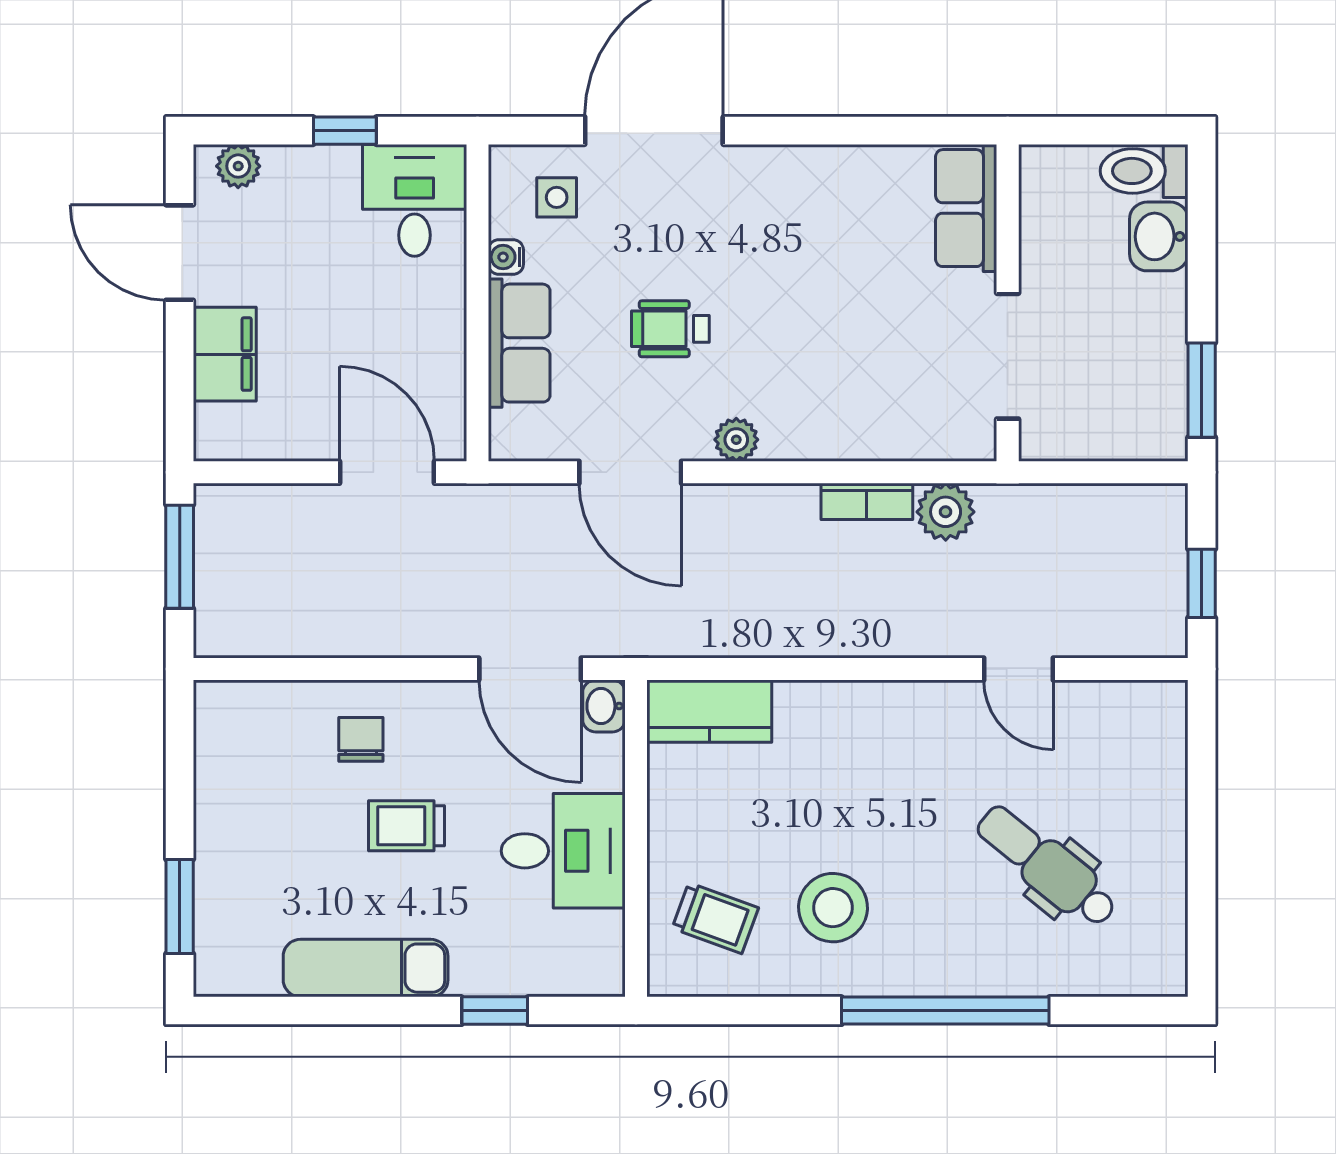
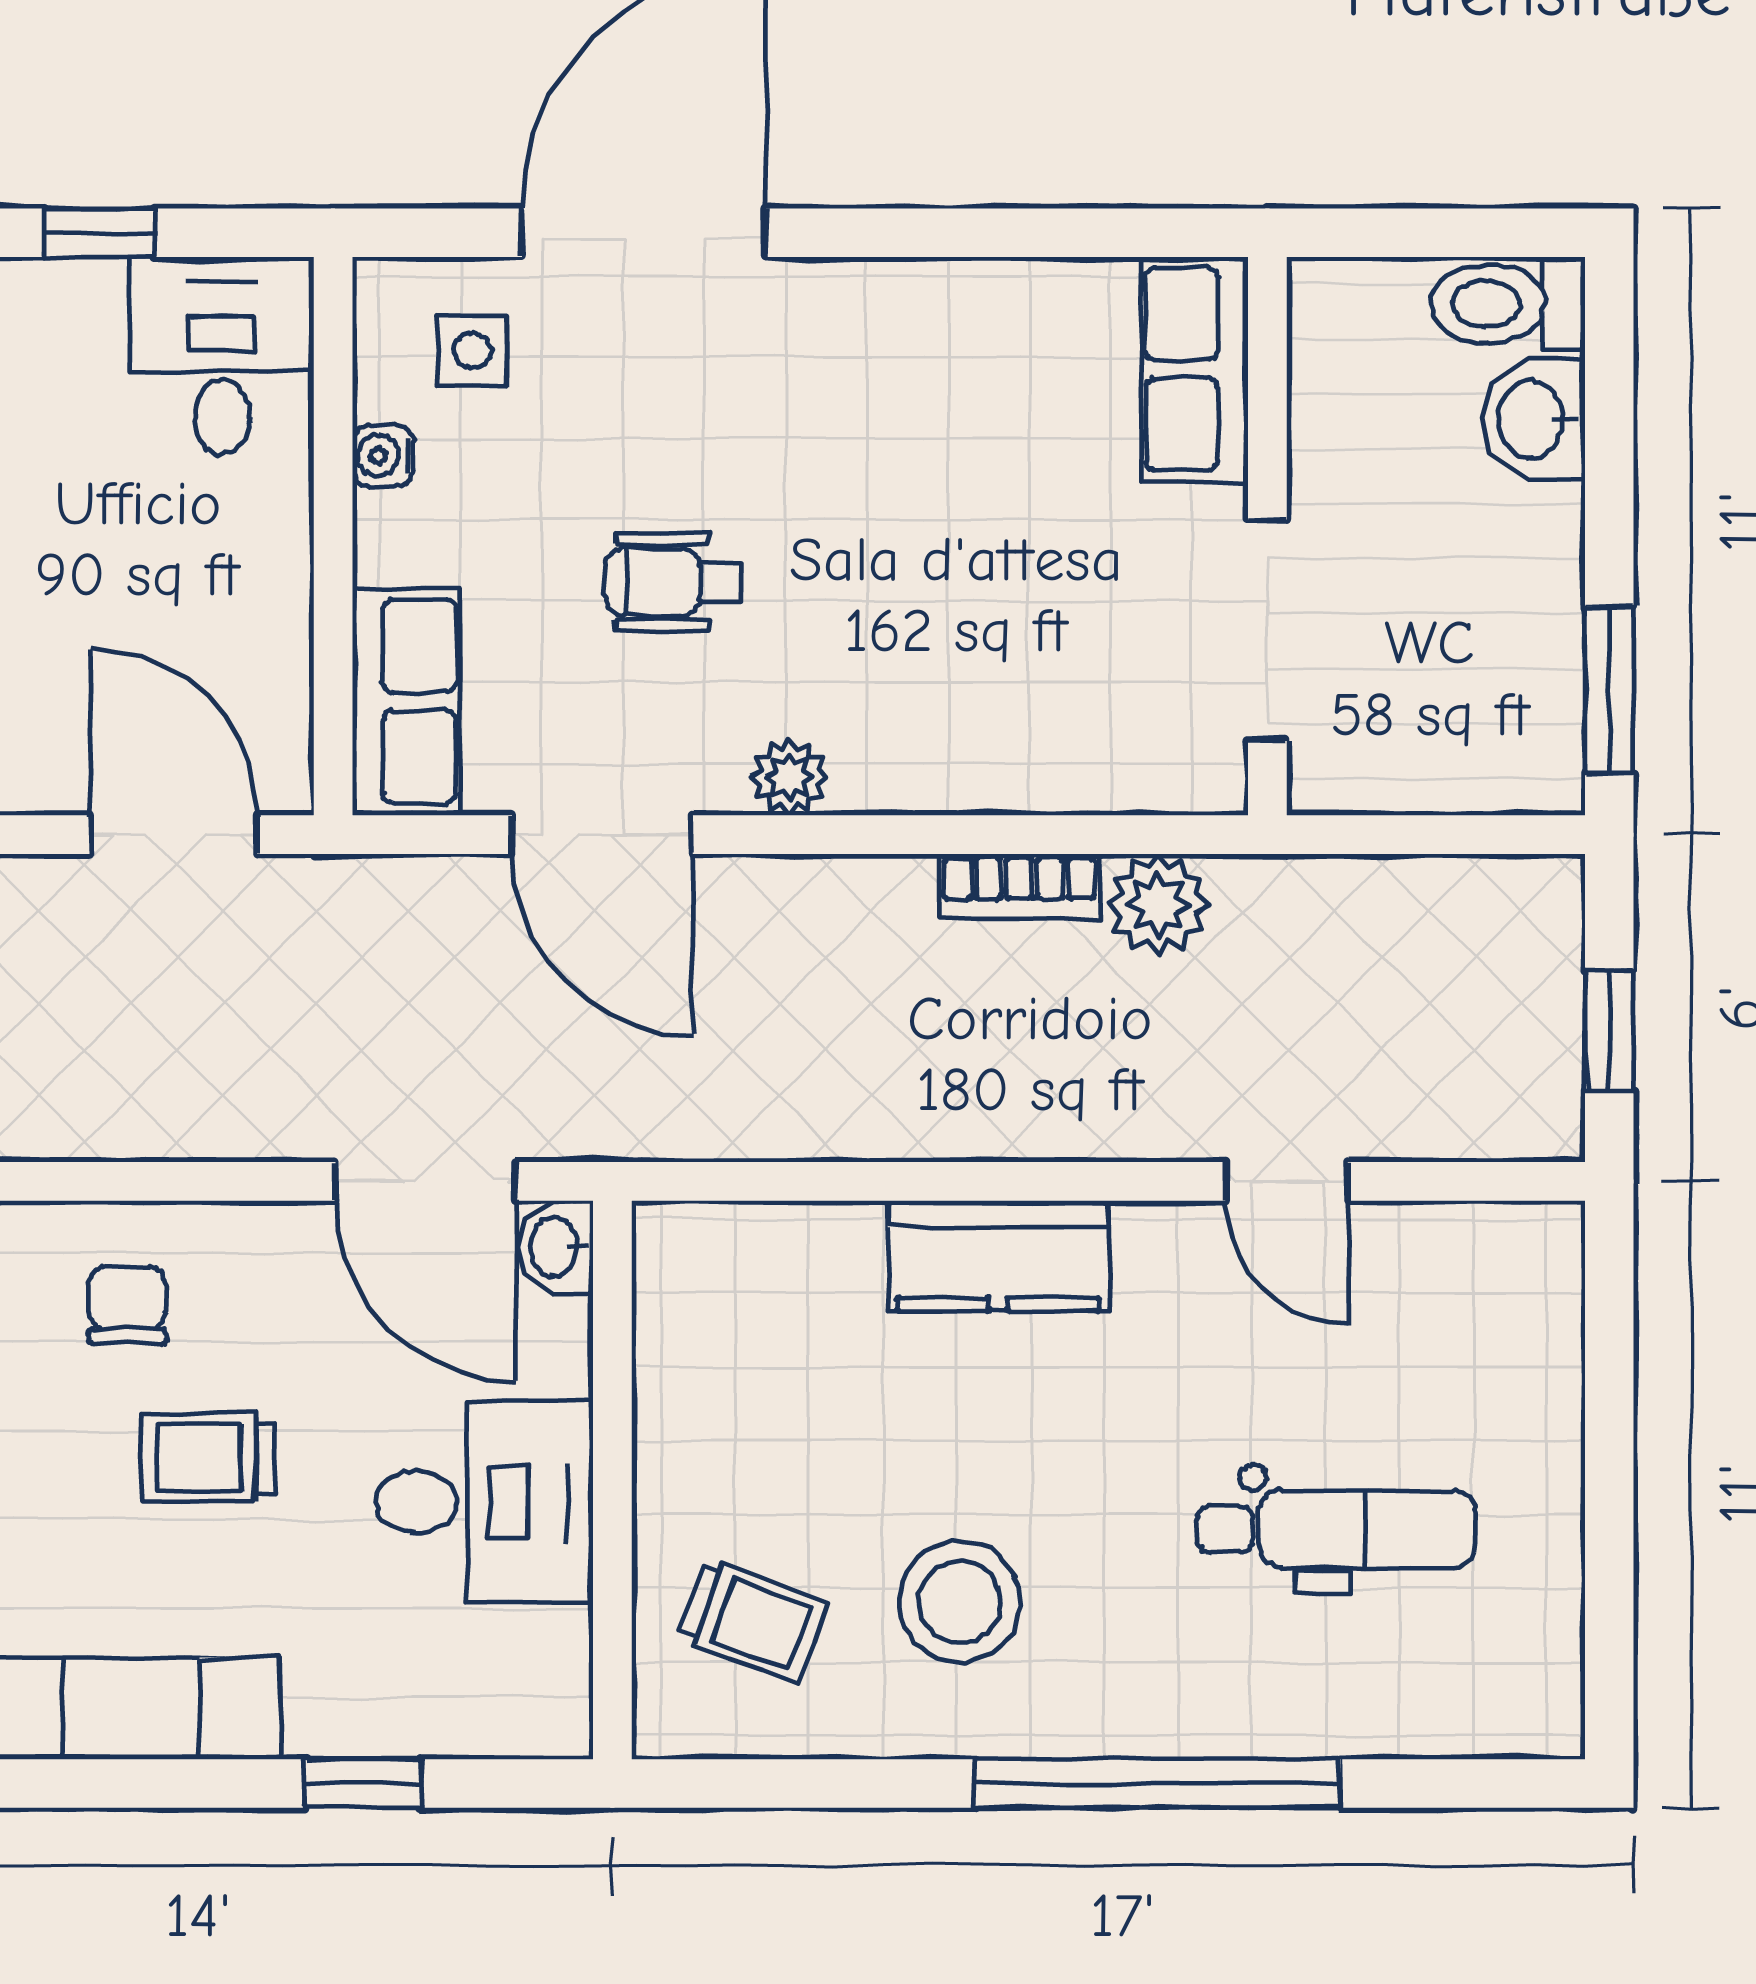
row of seats: (519, 343) -> (406, 701), moved
kitchen counter: (709, 711) -> (998, 1256), moved
dental chair: (1047, 866) -> (1336, 1529), turned 141

